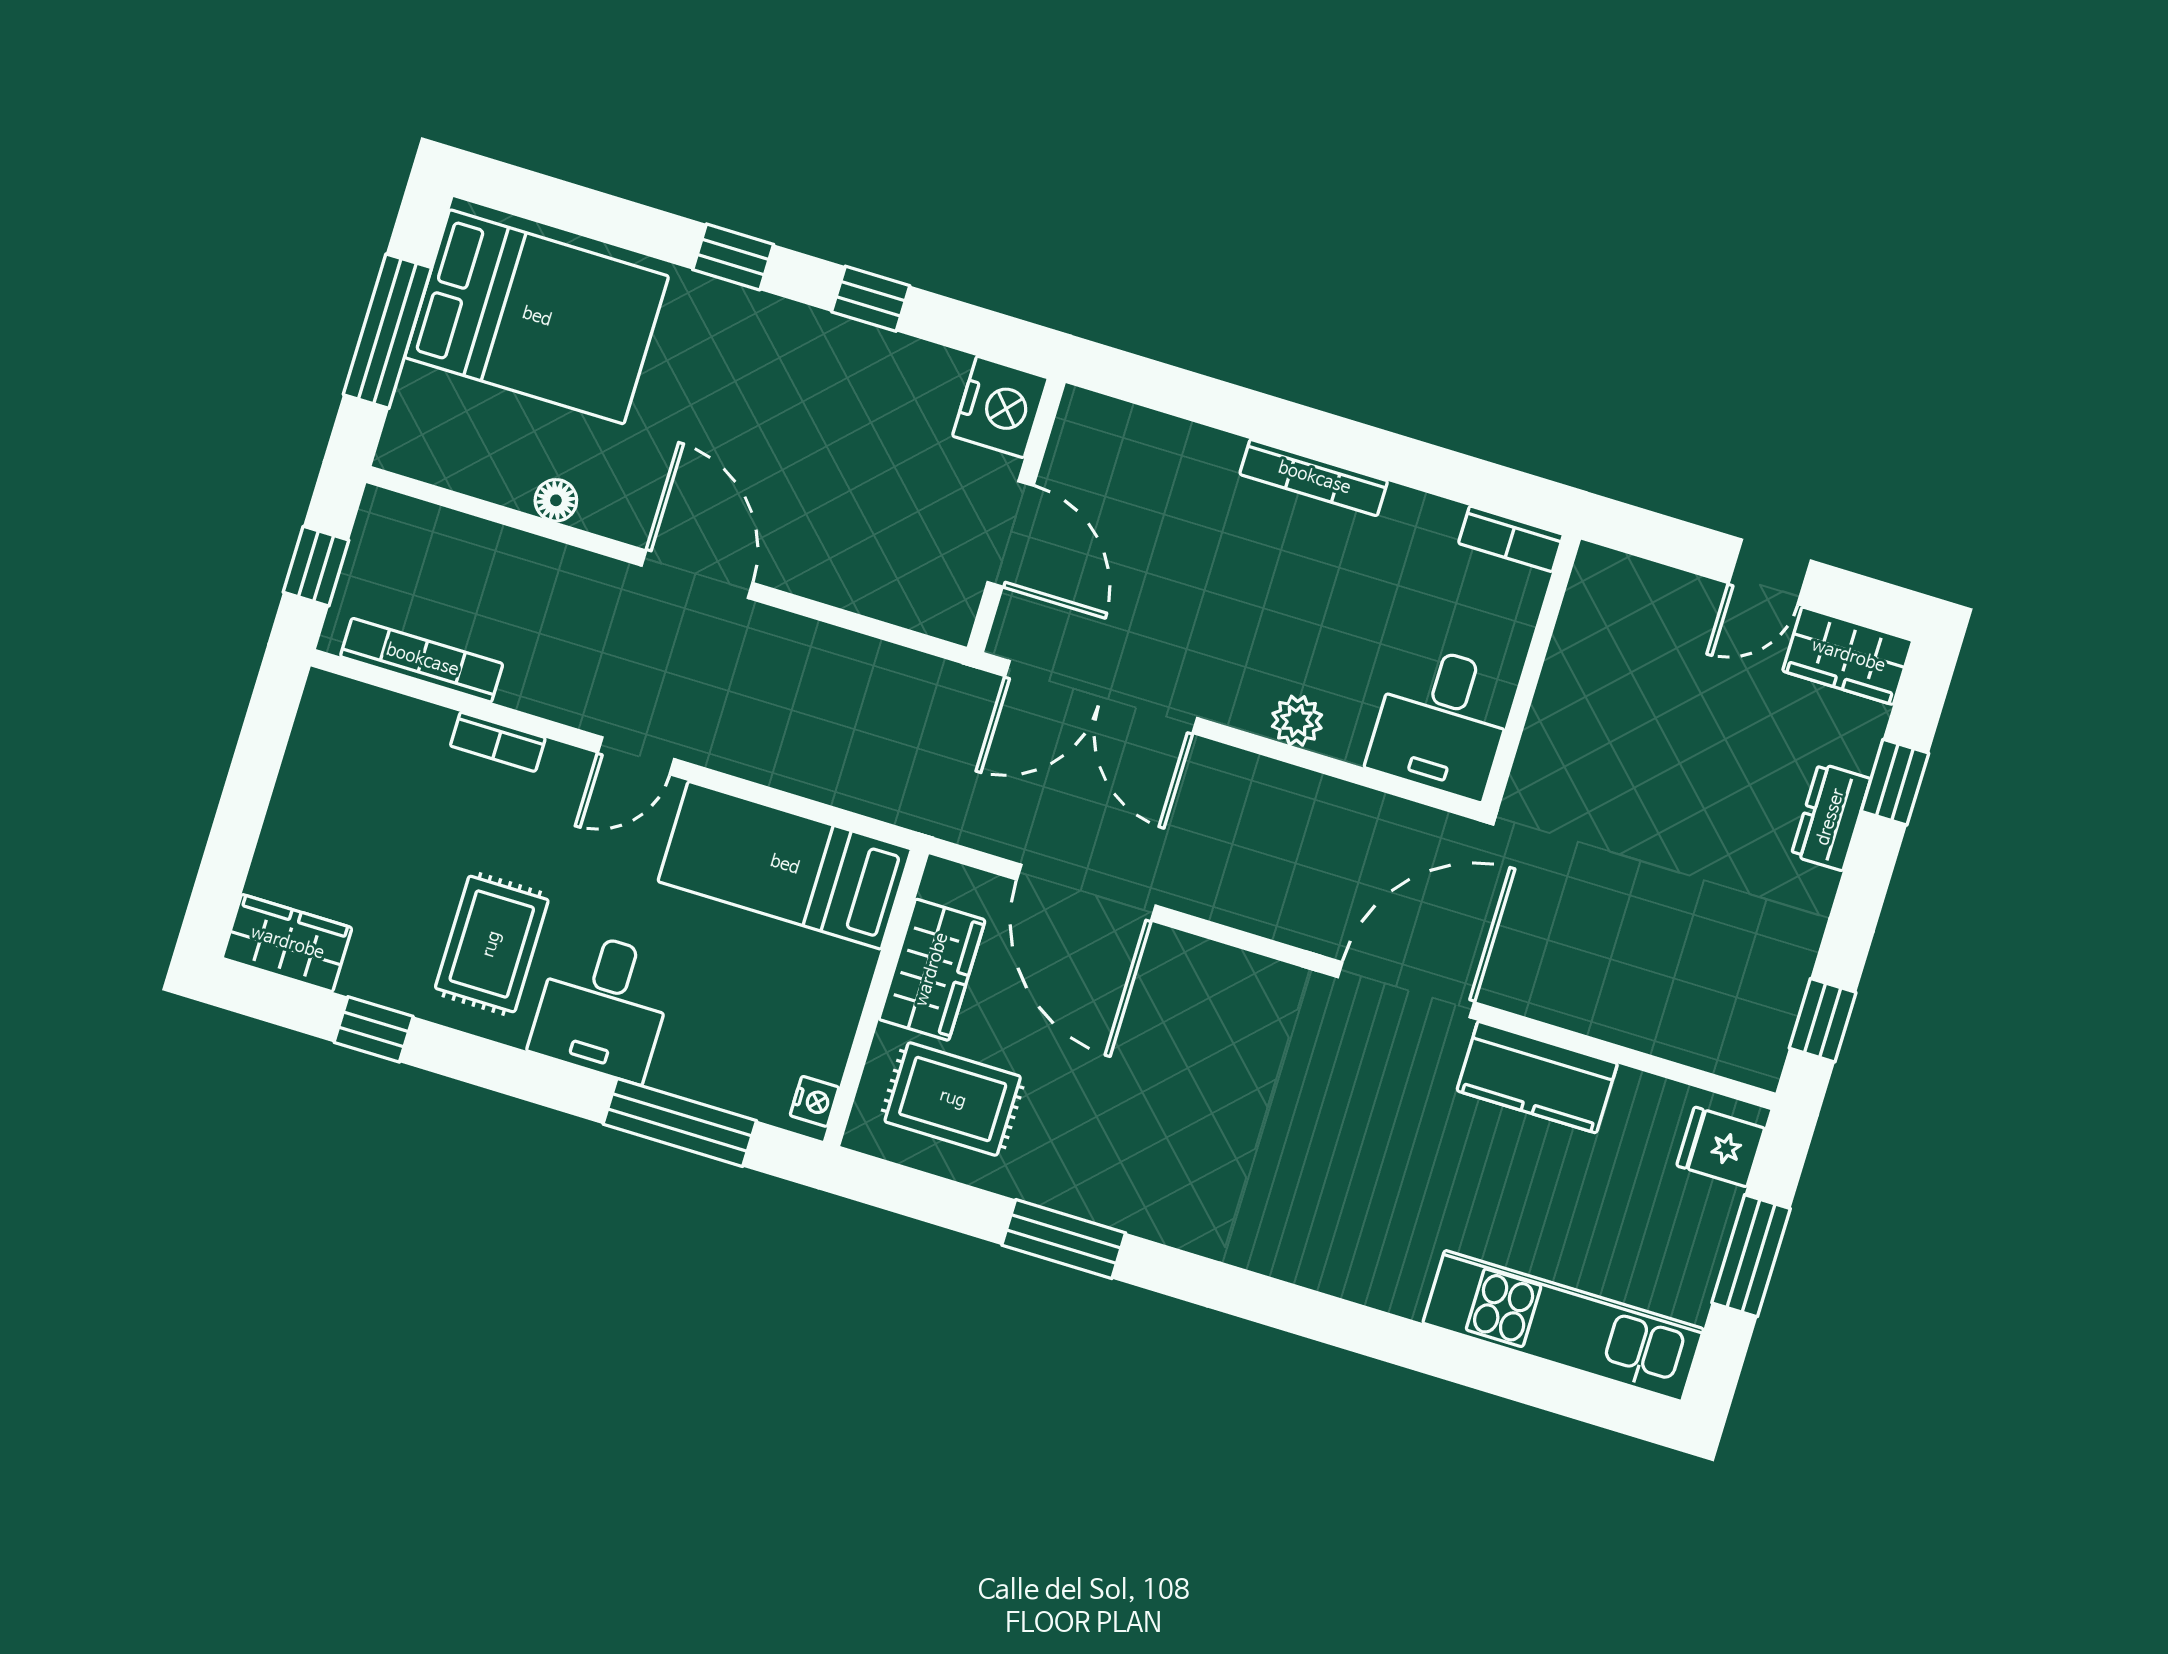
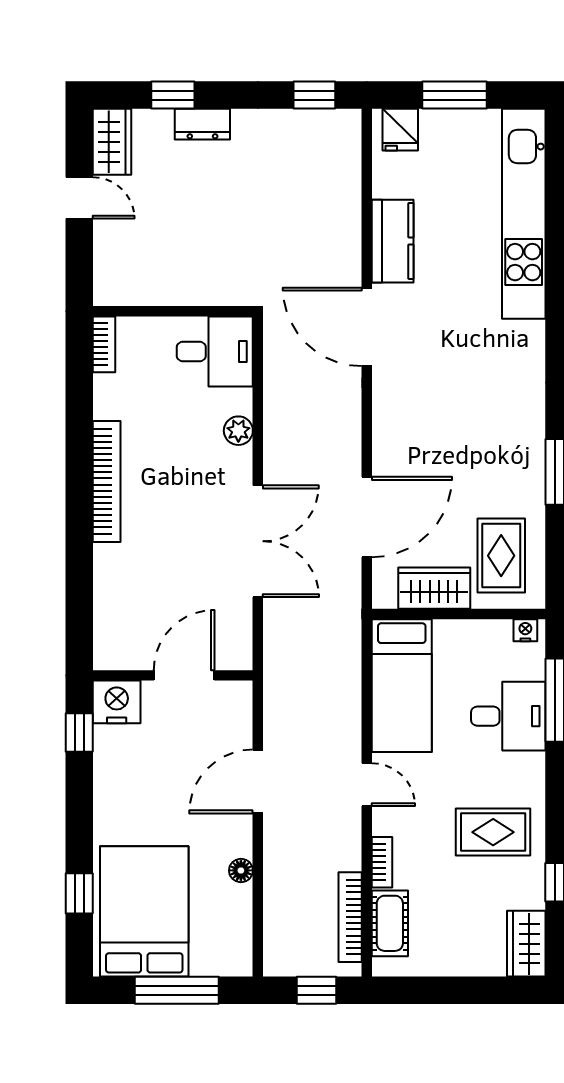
window: (733, 257) -> (79, 893), moved
nightstand: (1000, 407) -> (117, 702), moved
bookcase: (1314, 478) -> (107, 481), width x1.48, depth x1.31
wall: (1016, 515) -> (173, 675), moved
door: (1011, 534) -> (184, 675), moved
cot: (391, 724) -> (390, 923), added
desk: (603, 1006) -> (508, 716), moved
kitchen unit: (1563, 1326) -> (524, 214), width x1.36

